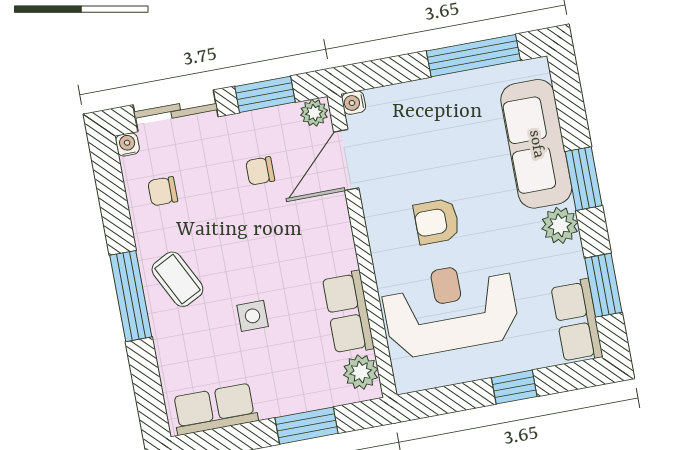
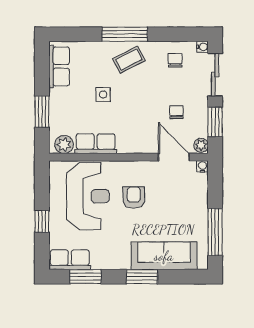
plant: (560, 225) -> (120, 260), removed

